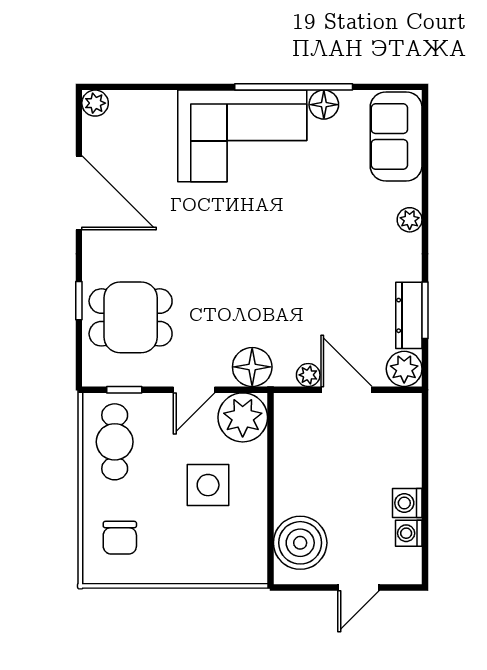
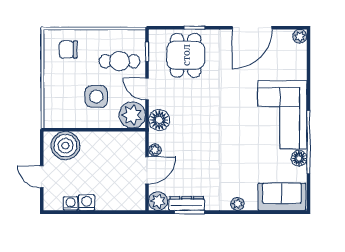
cafe table: (115, 442) -> (120, 61), moved

